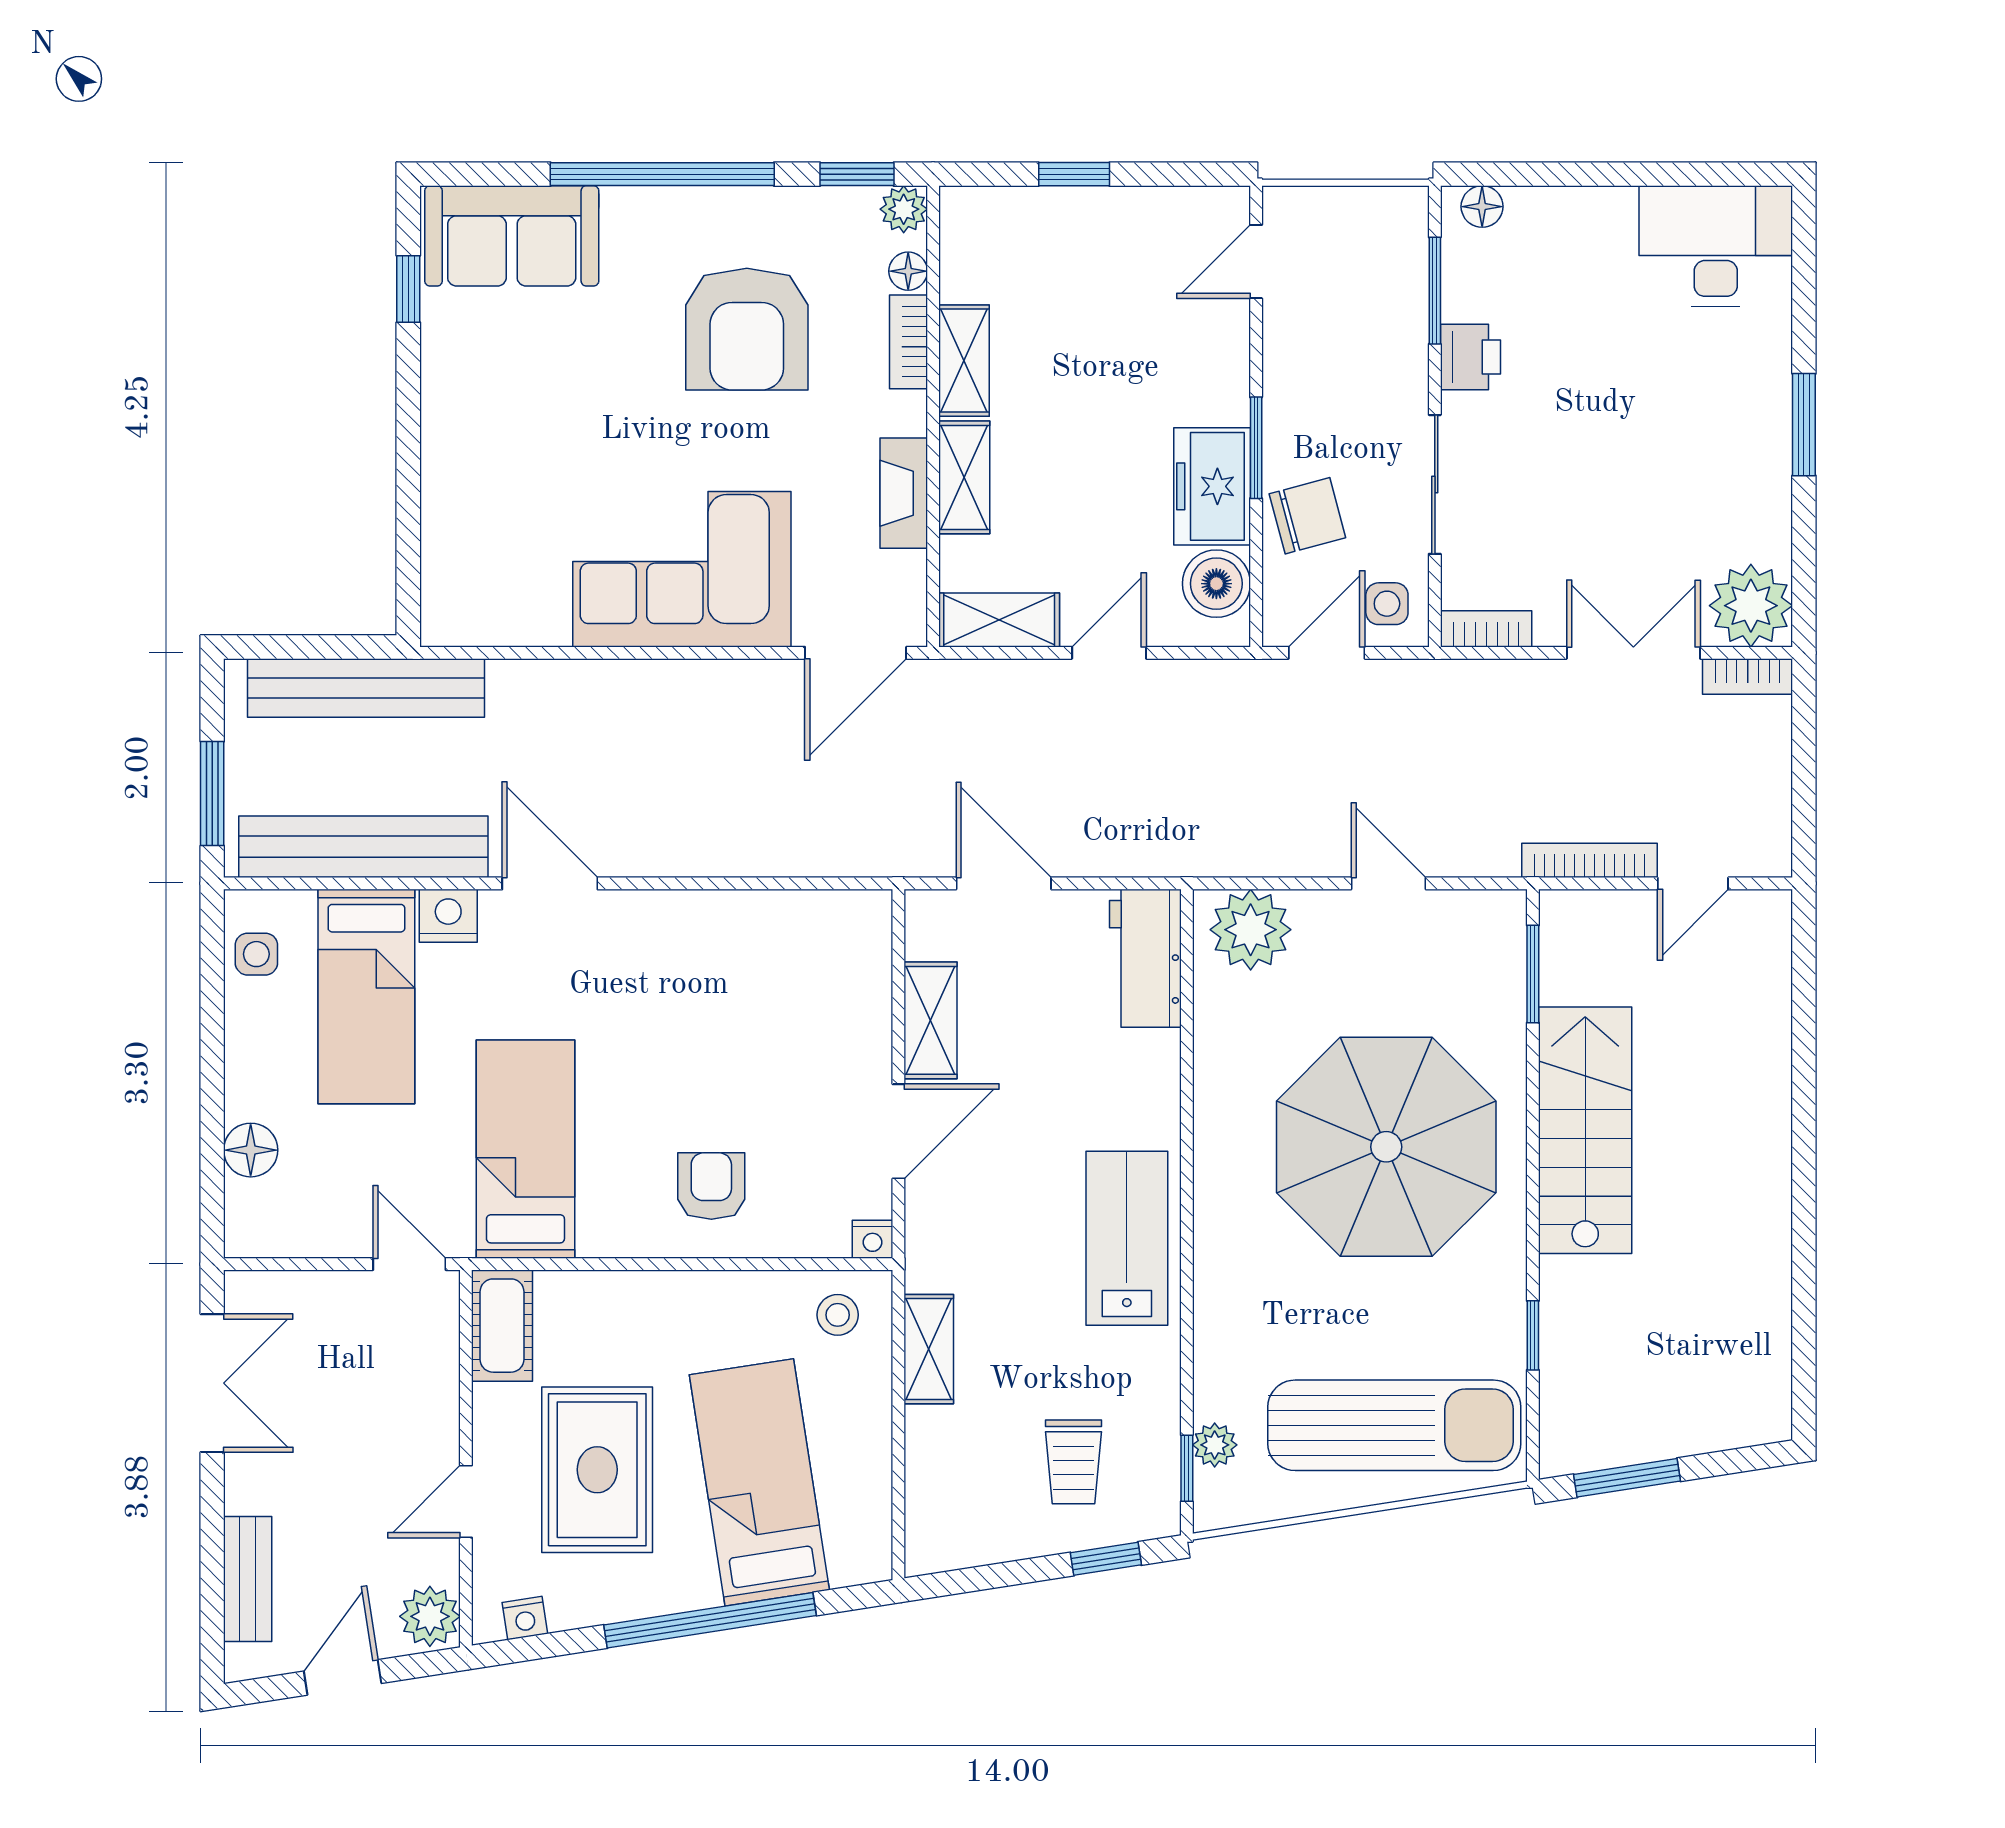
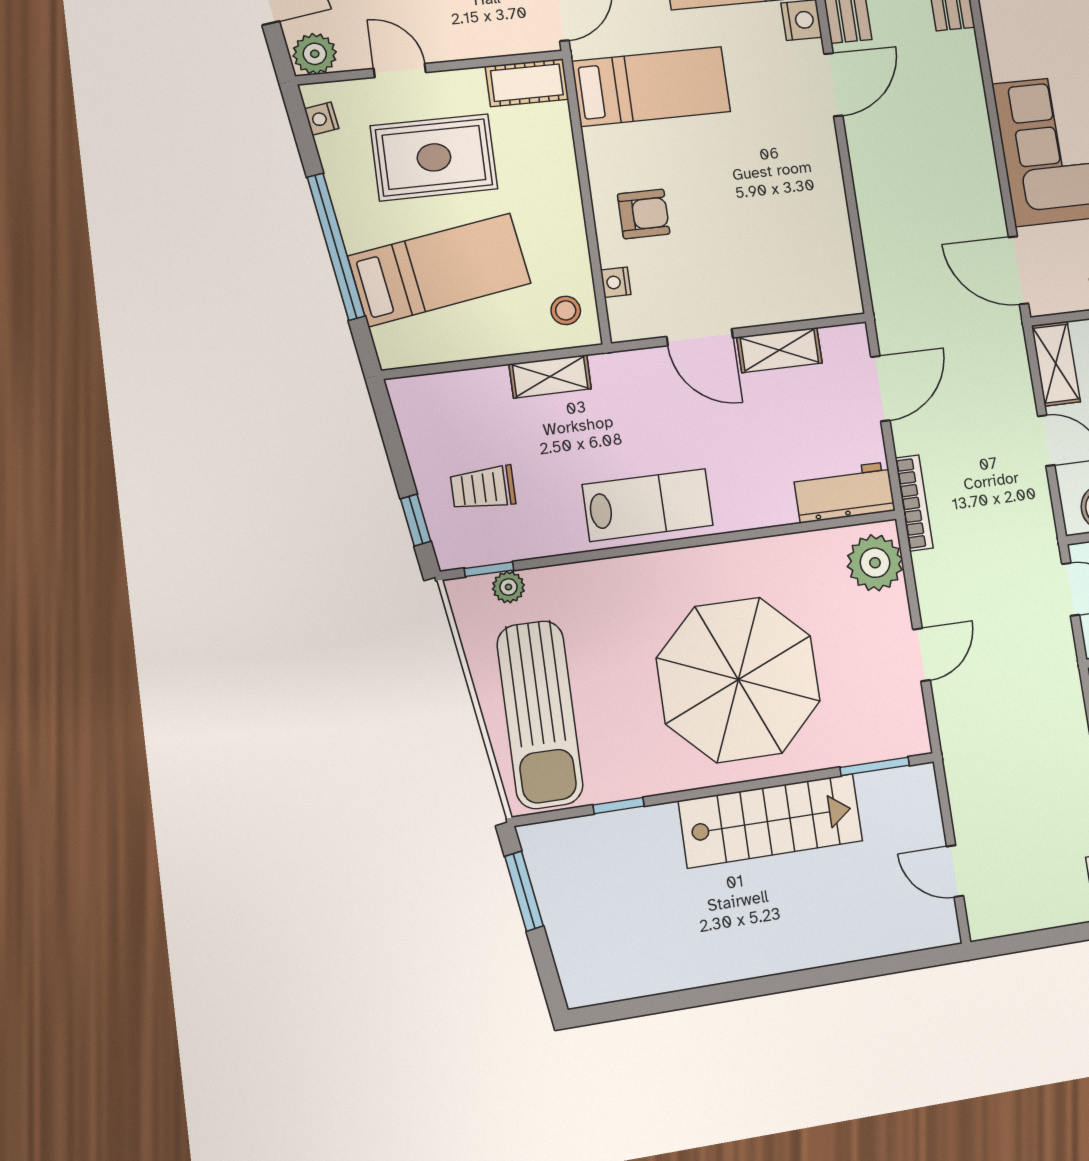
bookcase: (1589, 860) -> (914, 503), moved
nightstand: (873, 1239) -> (616, 282), moved

